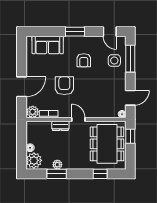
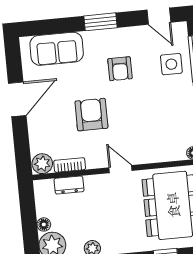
door: (22, 87) -> (17, 99), moved
dresser: (60, 126) -> (69, 185), moved

